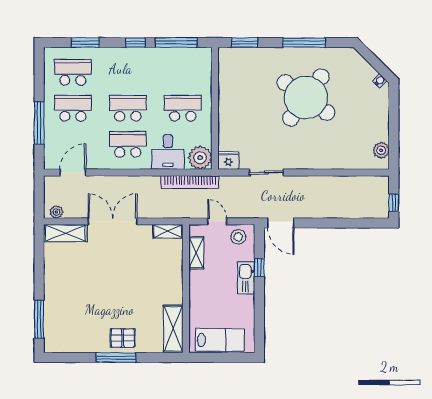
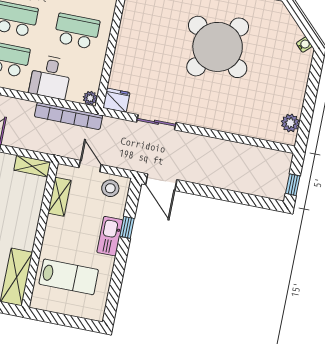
plant: (200, 158) -> (90, 98), width x0.53, depth x0.53
lab bench: (220, 340) -> (69, 277), moved

